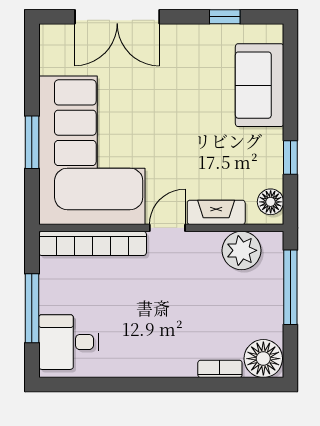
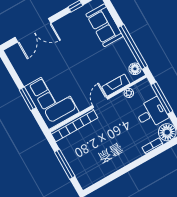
corner sofa: (92, 150) -> (52, 99), width x0.73, depth x0.74
window: (290, 157) -> (133, 47), width x3.17
plant: (242, 250) -> (129, 93), width x0.53, depth x0.53
desk: (68, 342) -> (152, 113), moved, turned 180

